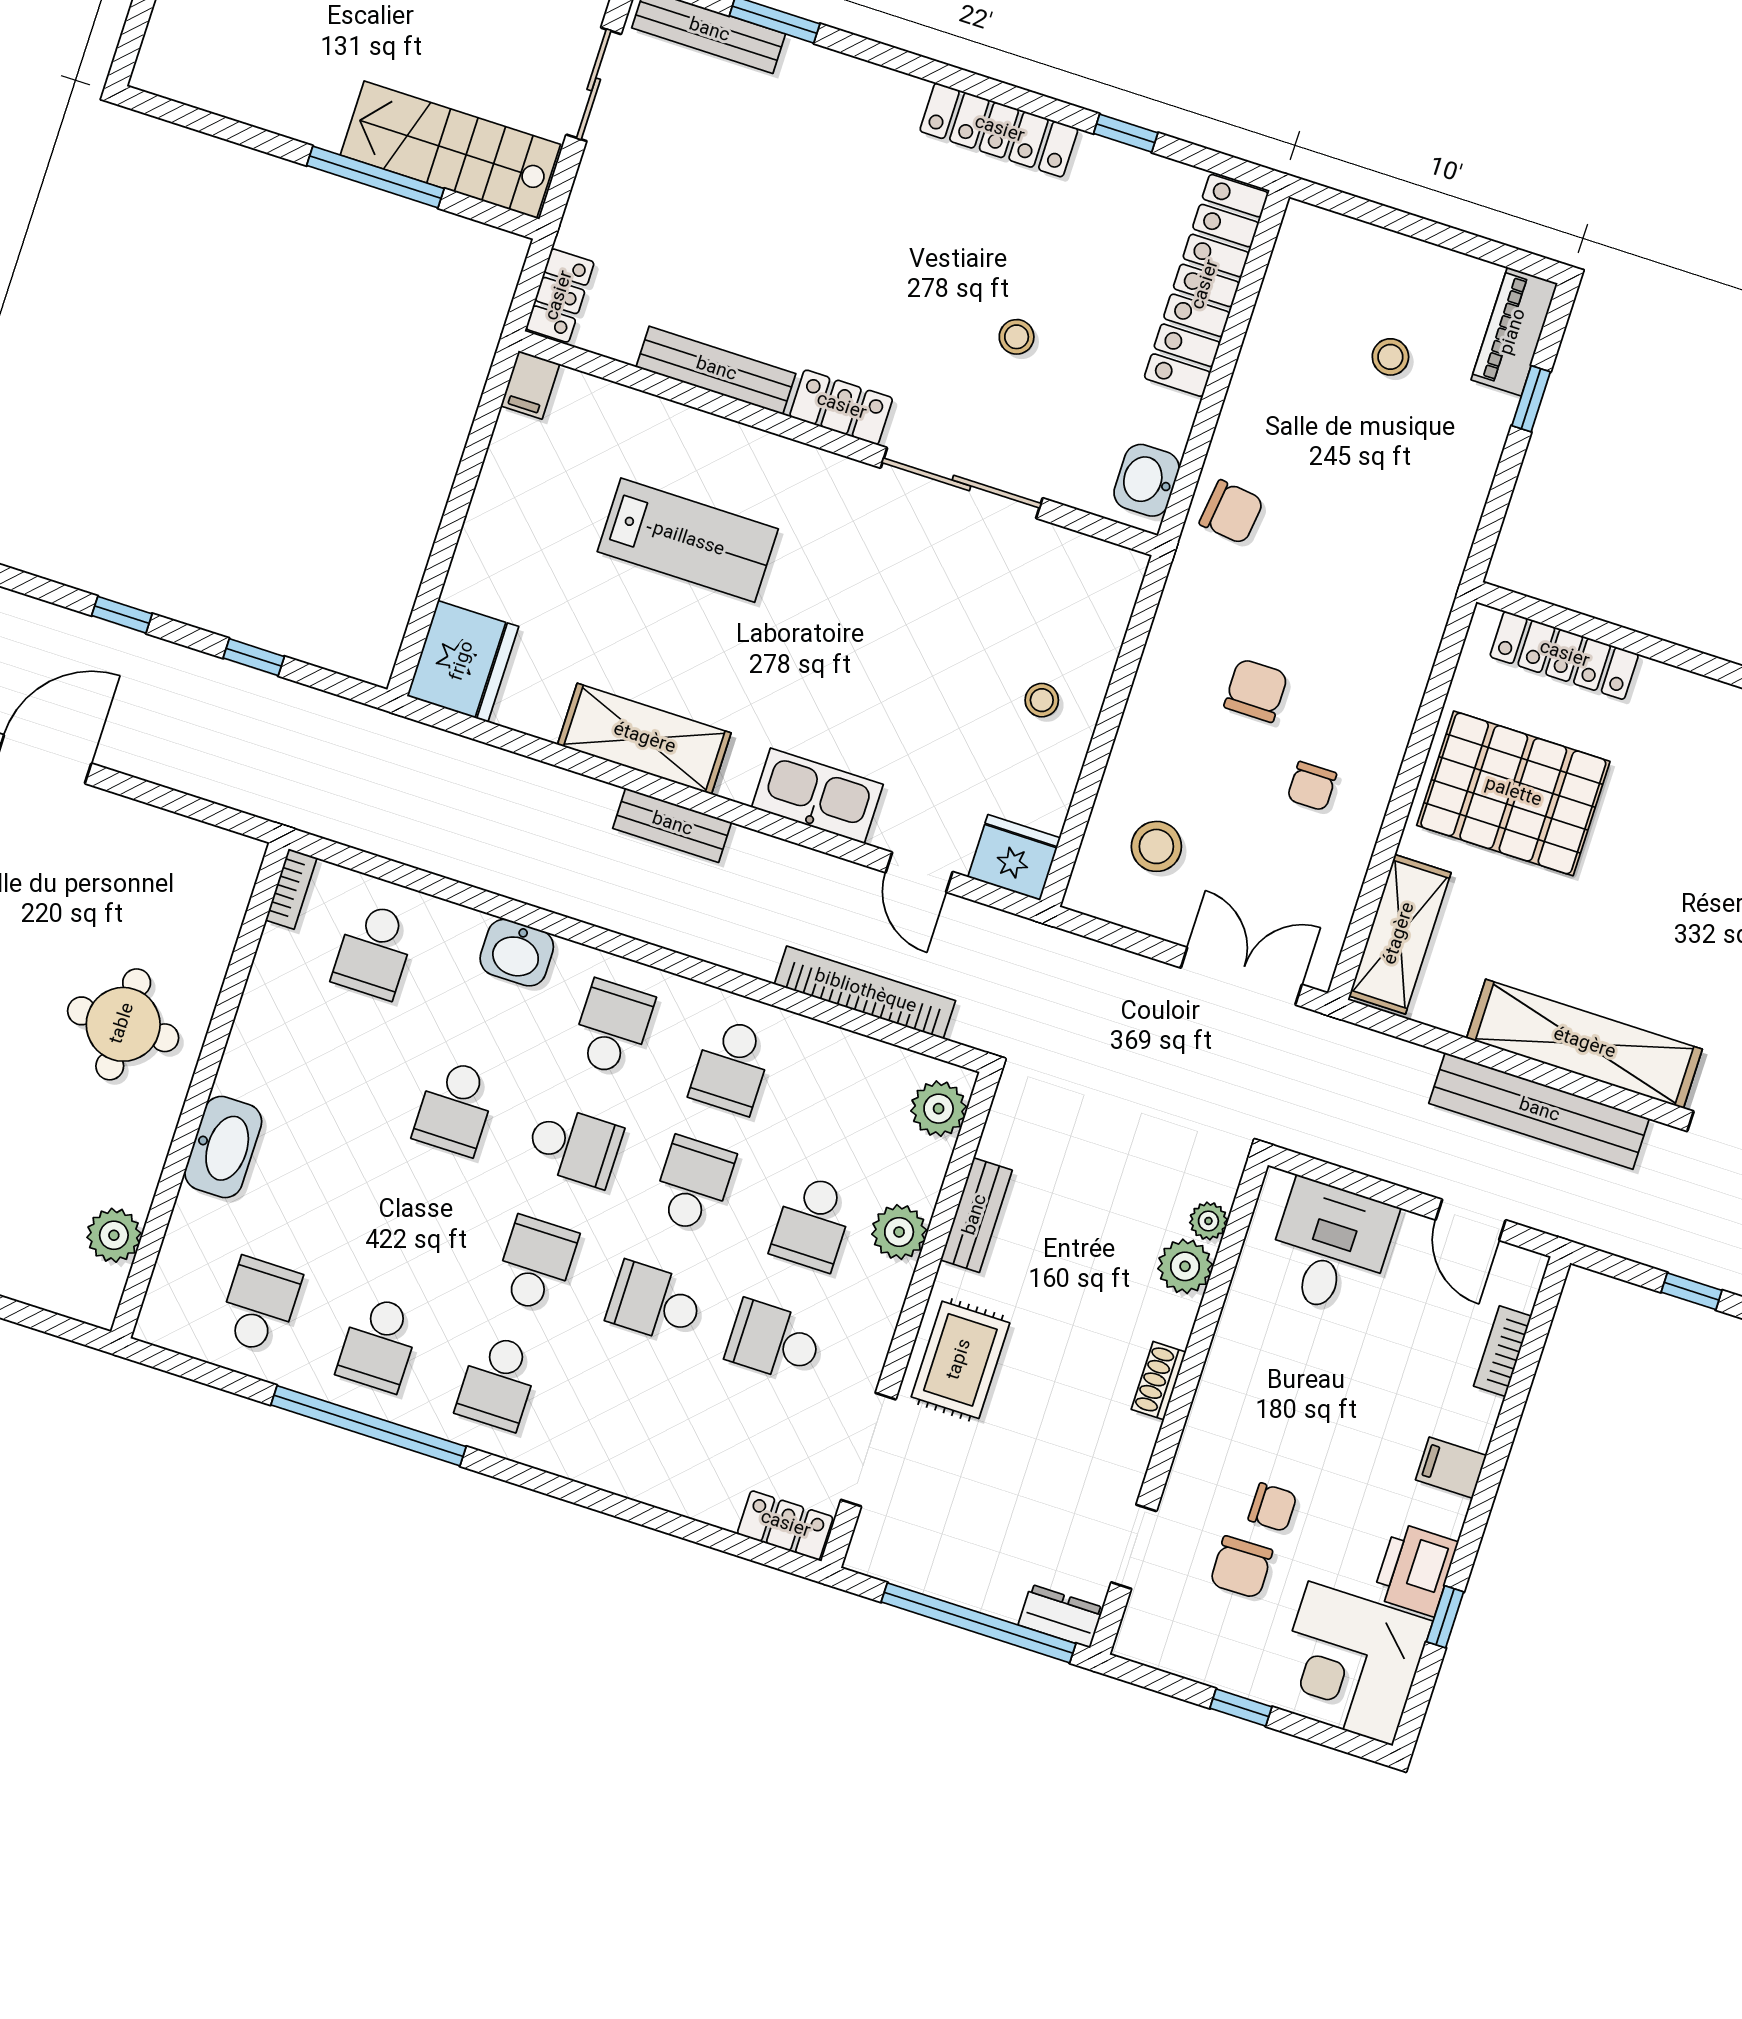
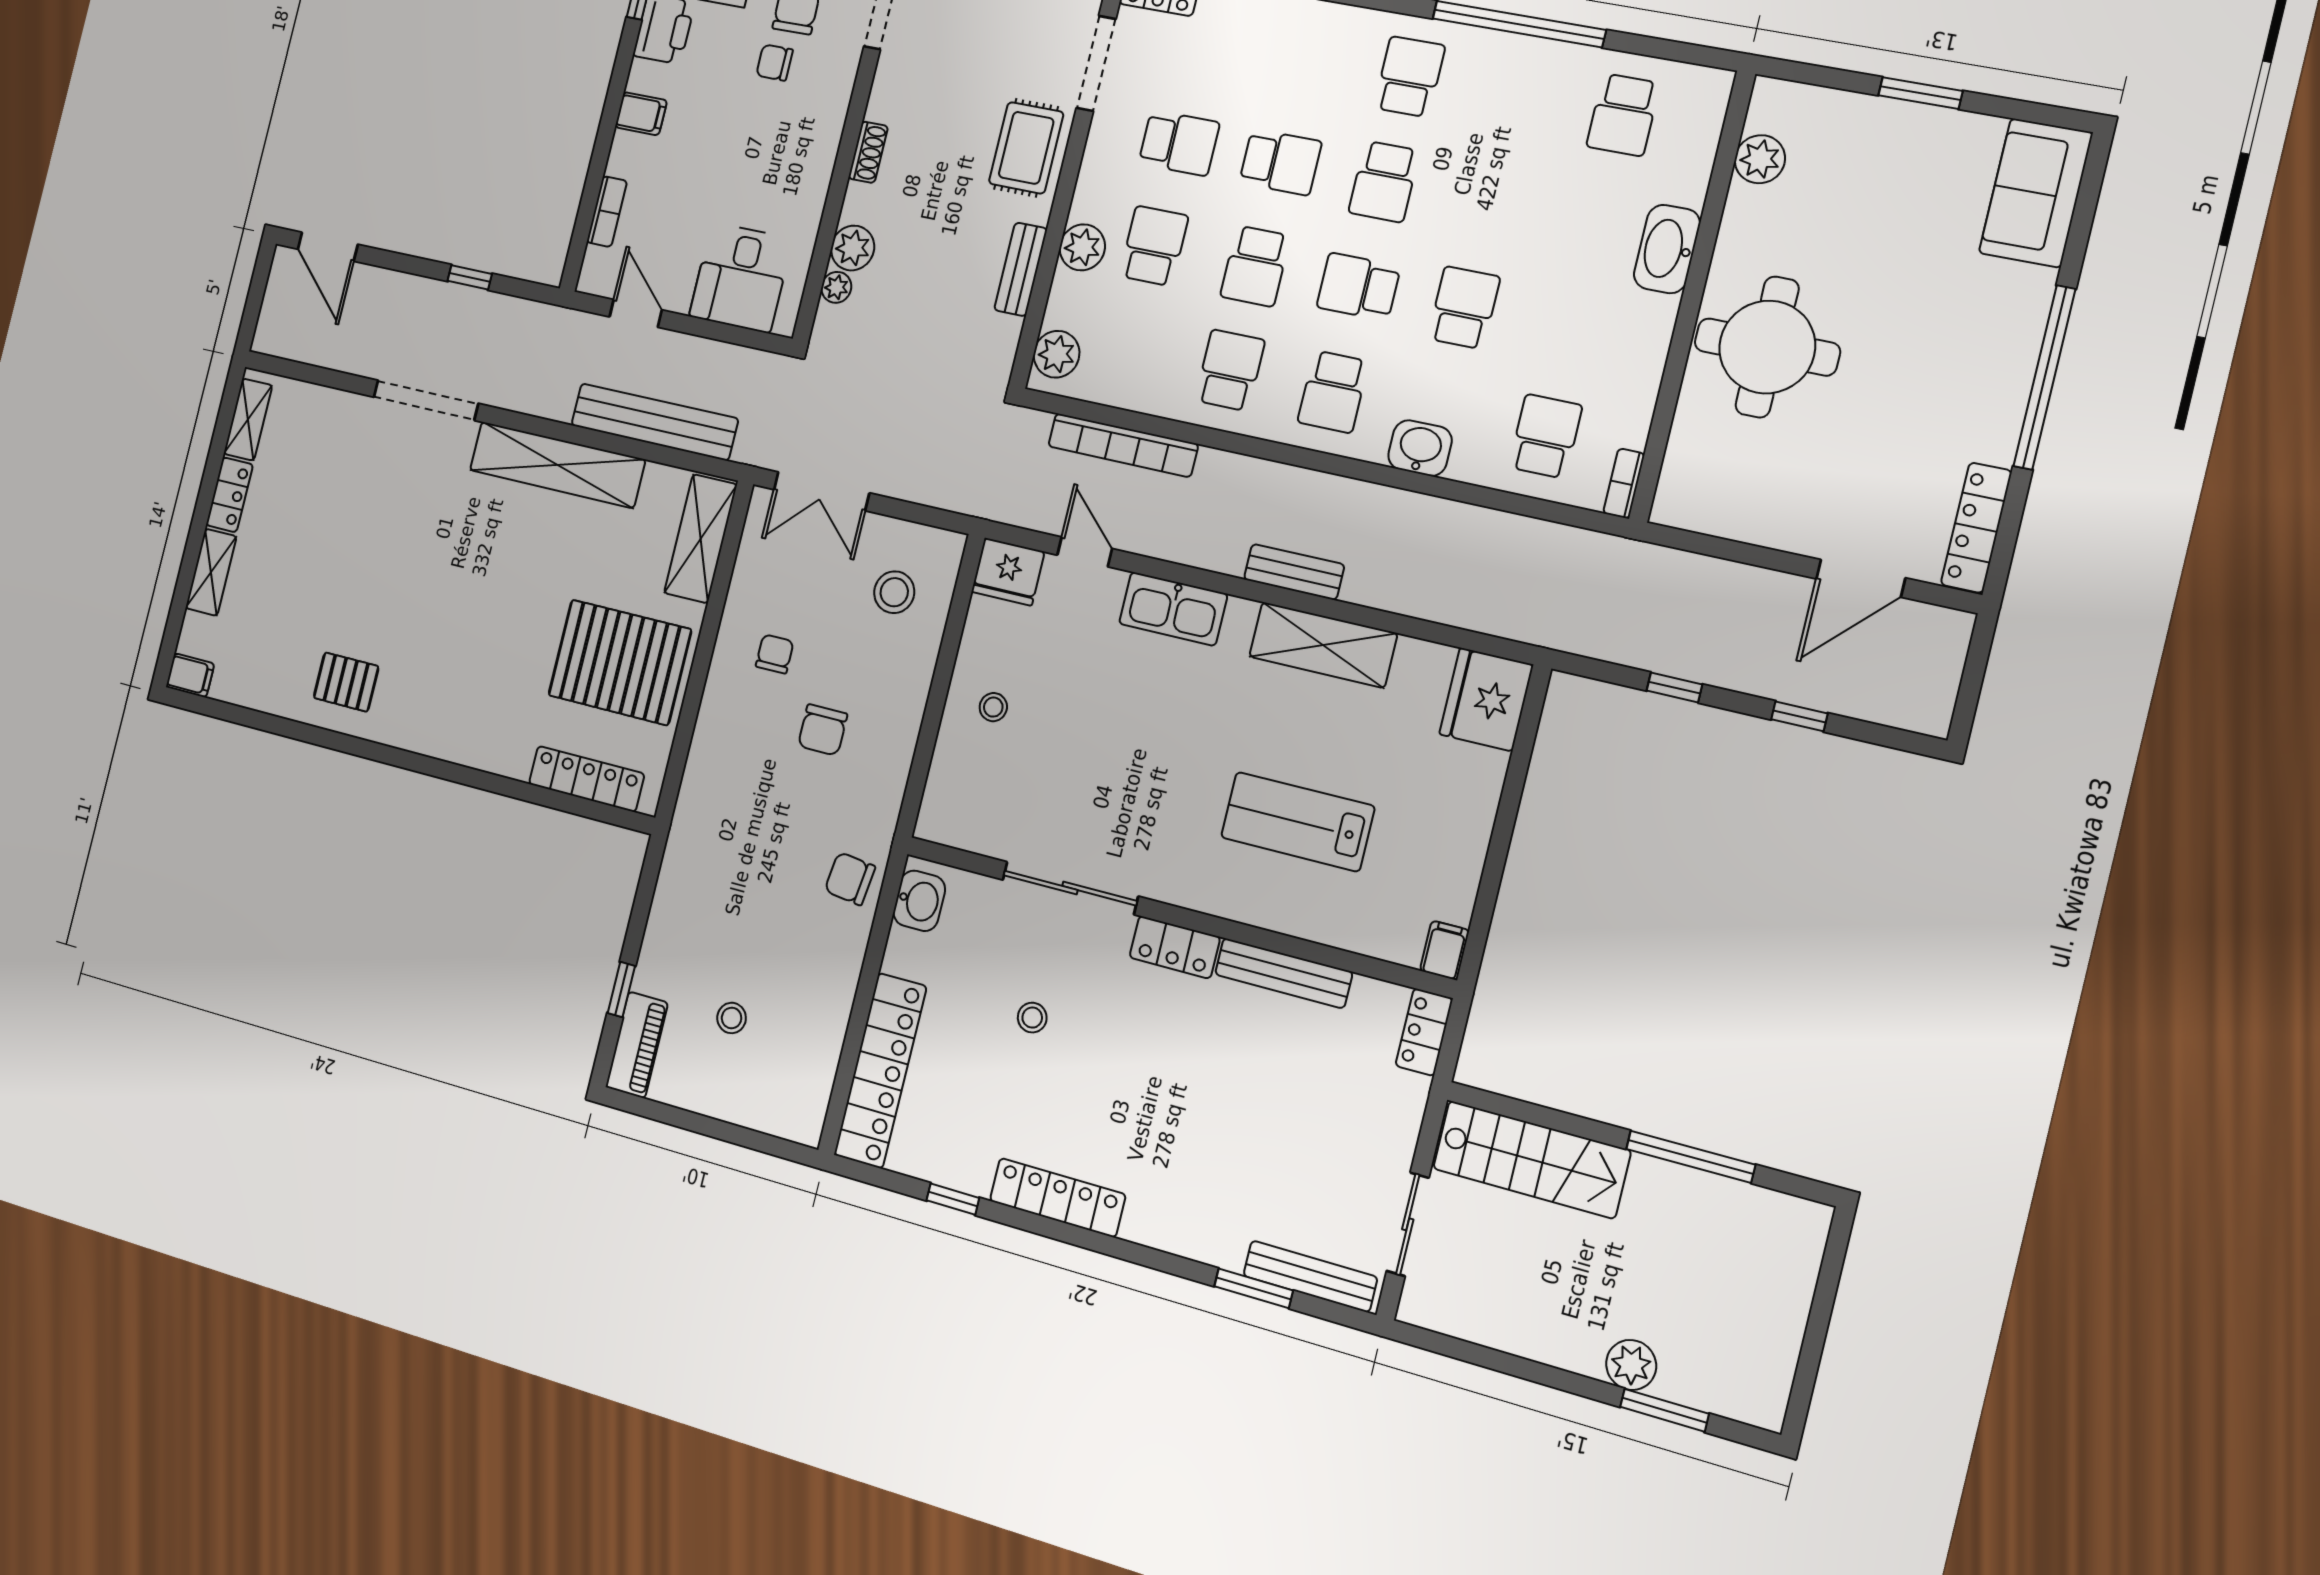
window: (375, 177) -> (1691, 1157), moved
round table: (123, 1024) -> (1767, 347), width x1.36, depth x1.36
bench: (1539, 1111) -> (654, 422), moved
school desk: (379, 1344) -> (1515, 96), removed

